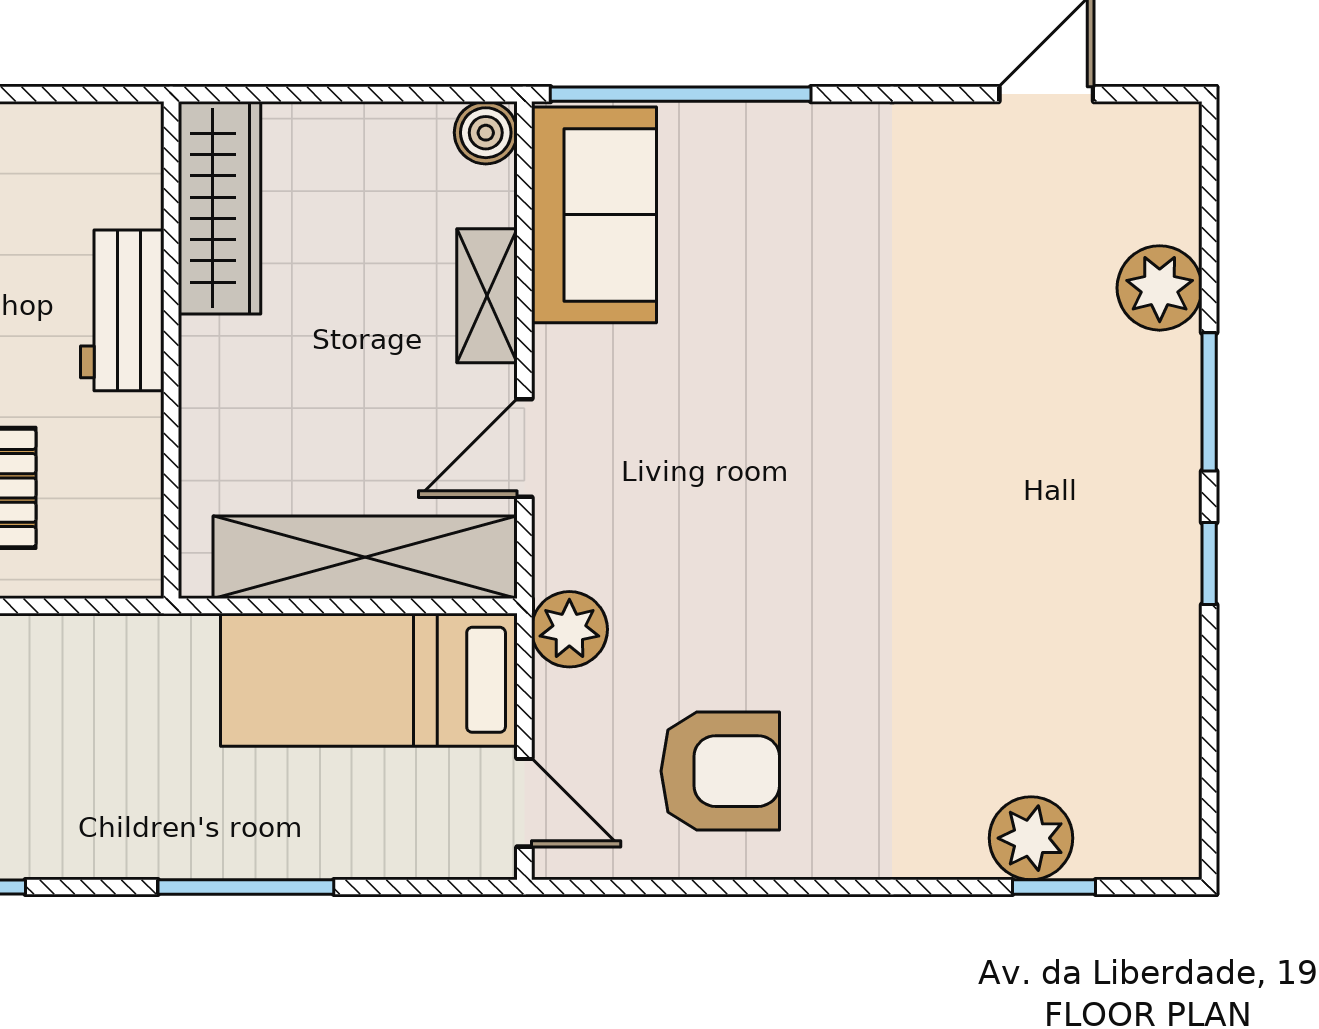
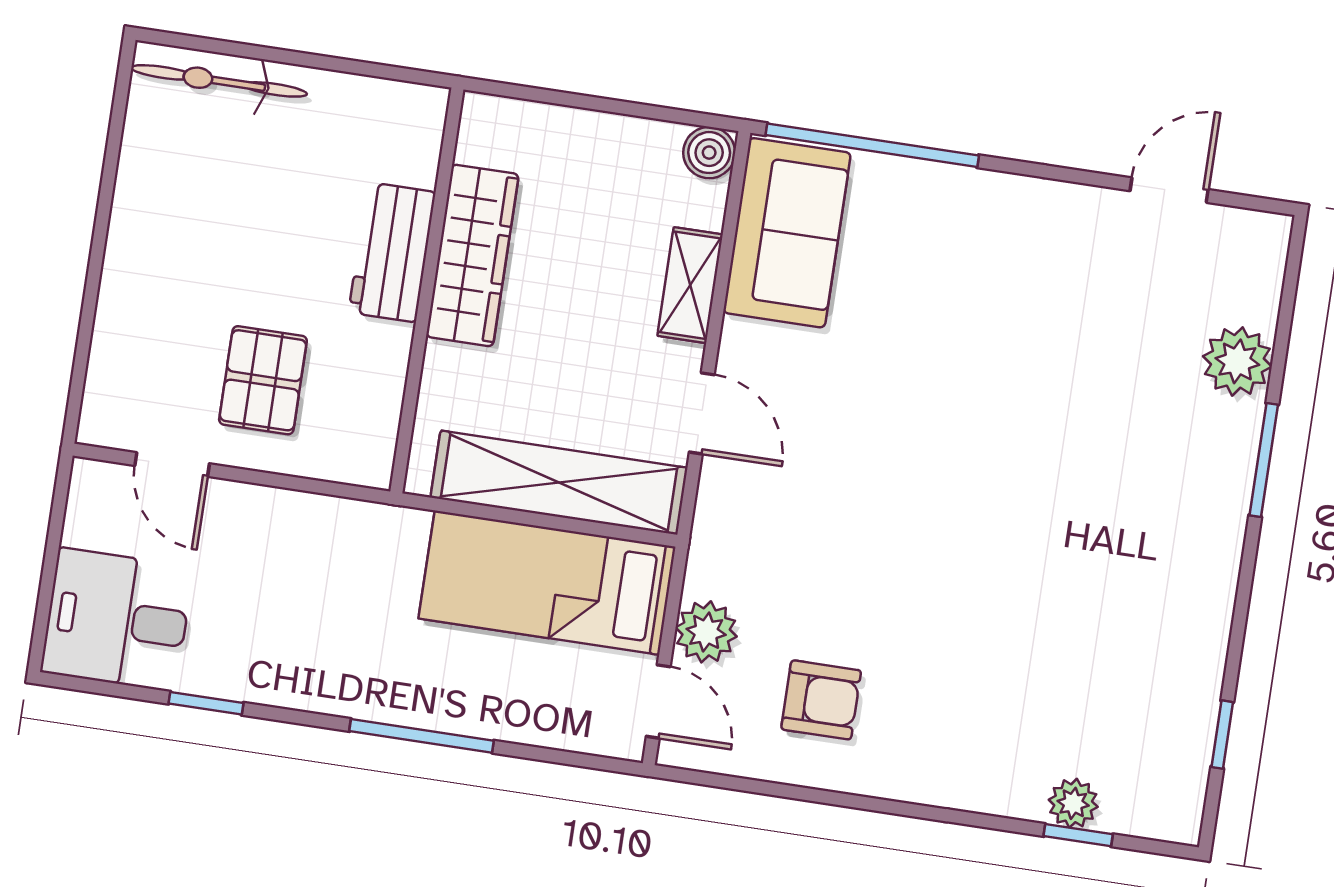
wardrobe: (219, 208) -> (472, 255), moved
door: (524, 448) -> (702, 413), swing flipped
window: (1209, 564) -> (1222, 735), moved
plant: (569, 629) -> (706, 632), moved
armchair: (720, 771) -> (821, 700), width x0.72, depth x0.72
plant: (1031, 838) -> (1073, 803), width x0.73, depth x0.73

